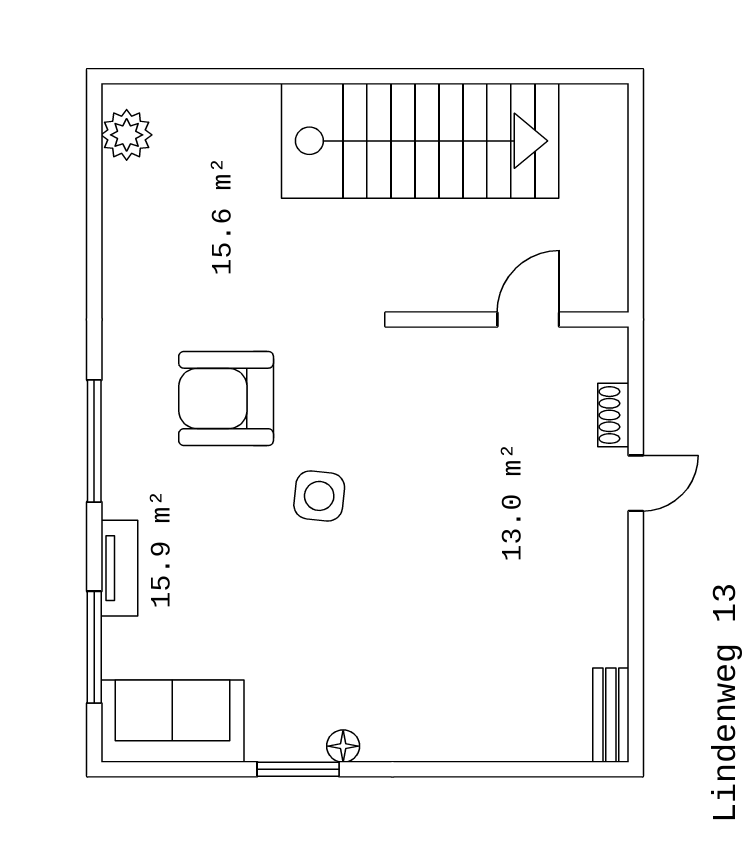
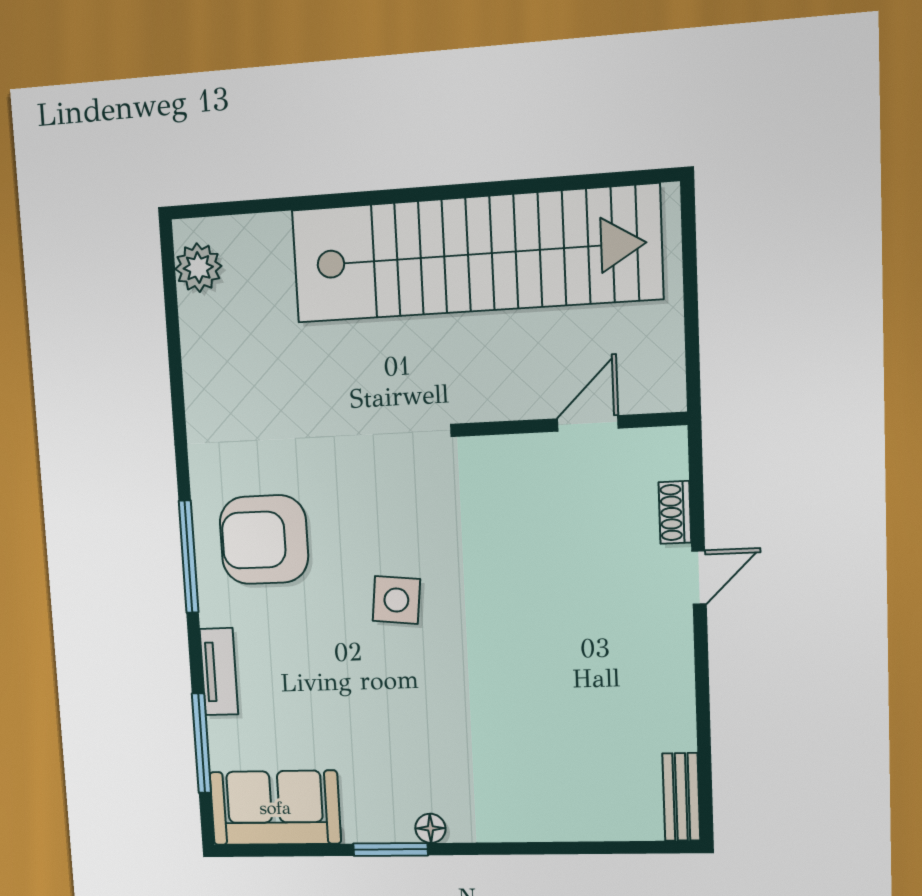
stairs: (420, 141) -> (475, 254), width x1.36
armchair: (226, 398) -> (264, 540), moved

